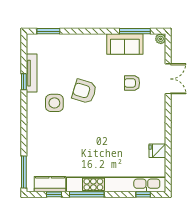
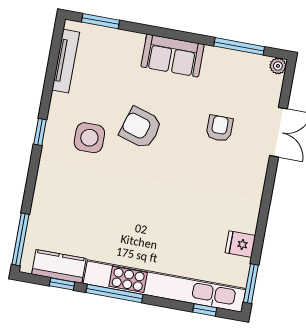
sofa: (125, 44) -> (173, 56), moved
tv unit: (32, 73) -> (66, 61), moved
window: (24, 82) -> (40, 132), moved
armchair: (132, 83) -> (219, 128), turned 90
window: (168, 174) -> (251, 284), added

